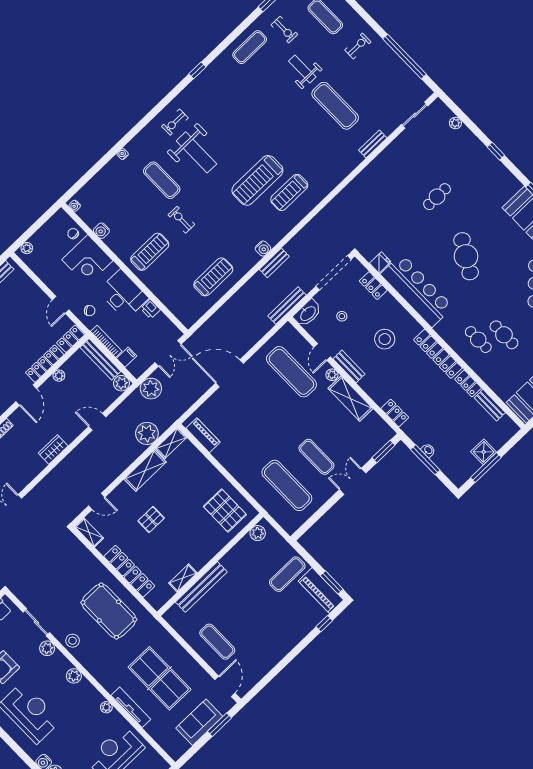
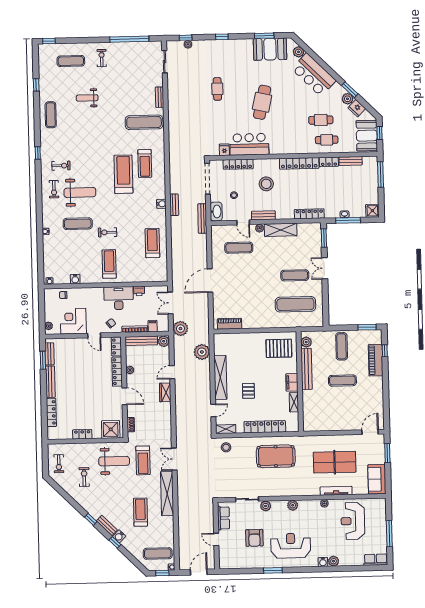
exercise bike: (284, 30) -> (61, 166), moved
exercise mat: (335, 106) -> (144, 122), moved
window: (460, 114) -> (186, 38), added
treadmill: (257, 180) -> (123, 174), turned 180
cafe table: (466, 256) -> (262, 102), turned 73
corner desk: (87, 260) -> (73, 321), moved, turned 180
locker: (373, 286) -> (238, 164), width x1.53
bar counter: (417, 290) -> (249, 144), width x0.73
cafe table: (478, 340) -> (327, 140), moved
double door: (168, 353) -> (170, 303), swing flipped
exercise mat: (291, 372) -> (239, 248), width x0.73, depth x0.69
locker: (395, 413) -> (309, 214), width x1.53
shelving: (171, 443) -> (218, 344), removed
wardrobe: (53, 450) -> (165, 392), moved
shower: (484, 452) -> (372, 211), moved
window: (486, 468) -> (381, 175), moved
shelving: (145, 470) -> (220, 377), width x1.47
filing cabinet: (202, 557) -> (292, 382), added
bench: (201, 587) -> (307, 369), moved
piano: (321, 590) -> (376, 360), moved, turned 90
stool: (73, 641) -> (226, 447), moved
exercise mat: (217, 642) -> (342, 381), moved
door: (225, 686) -> (370, 432), hinge flipped
sofa: (199, 722) -> (377, 479), moved

